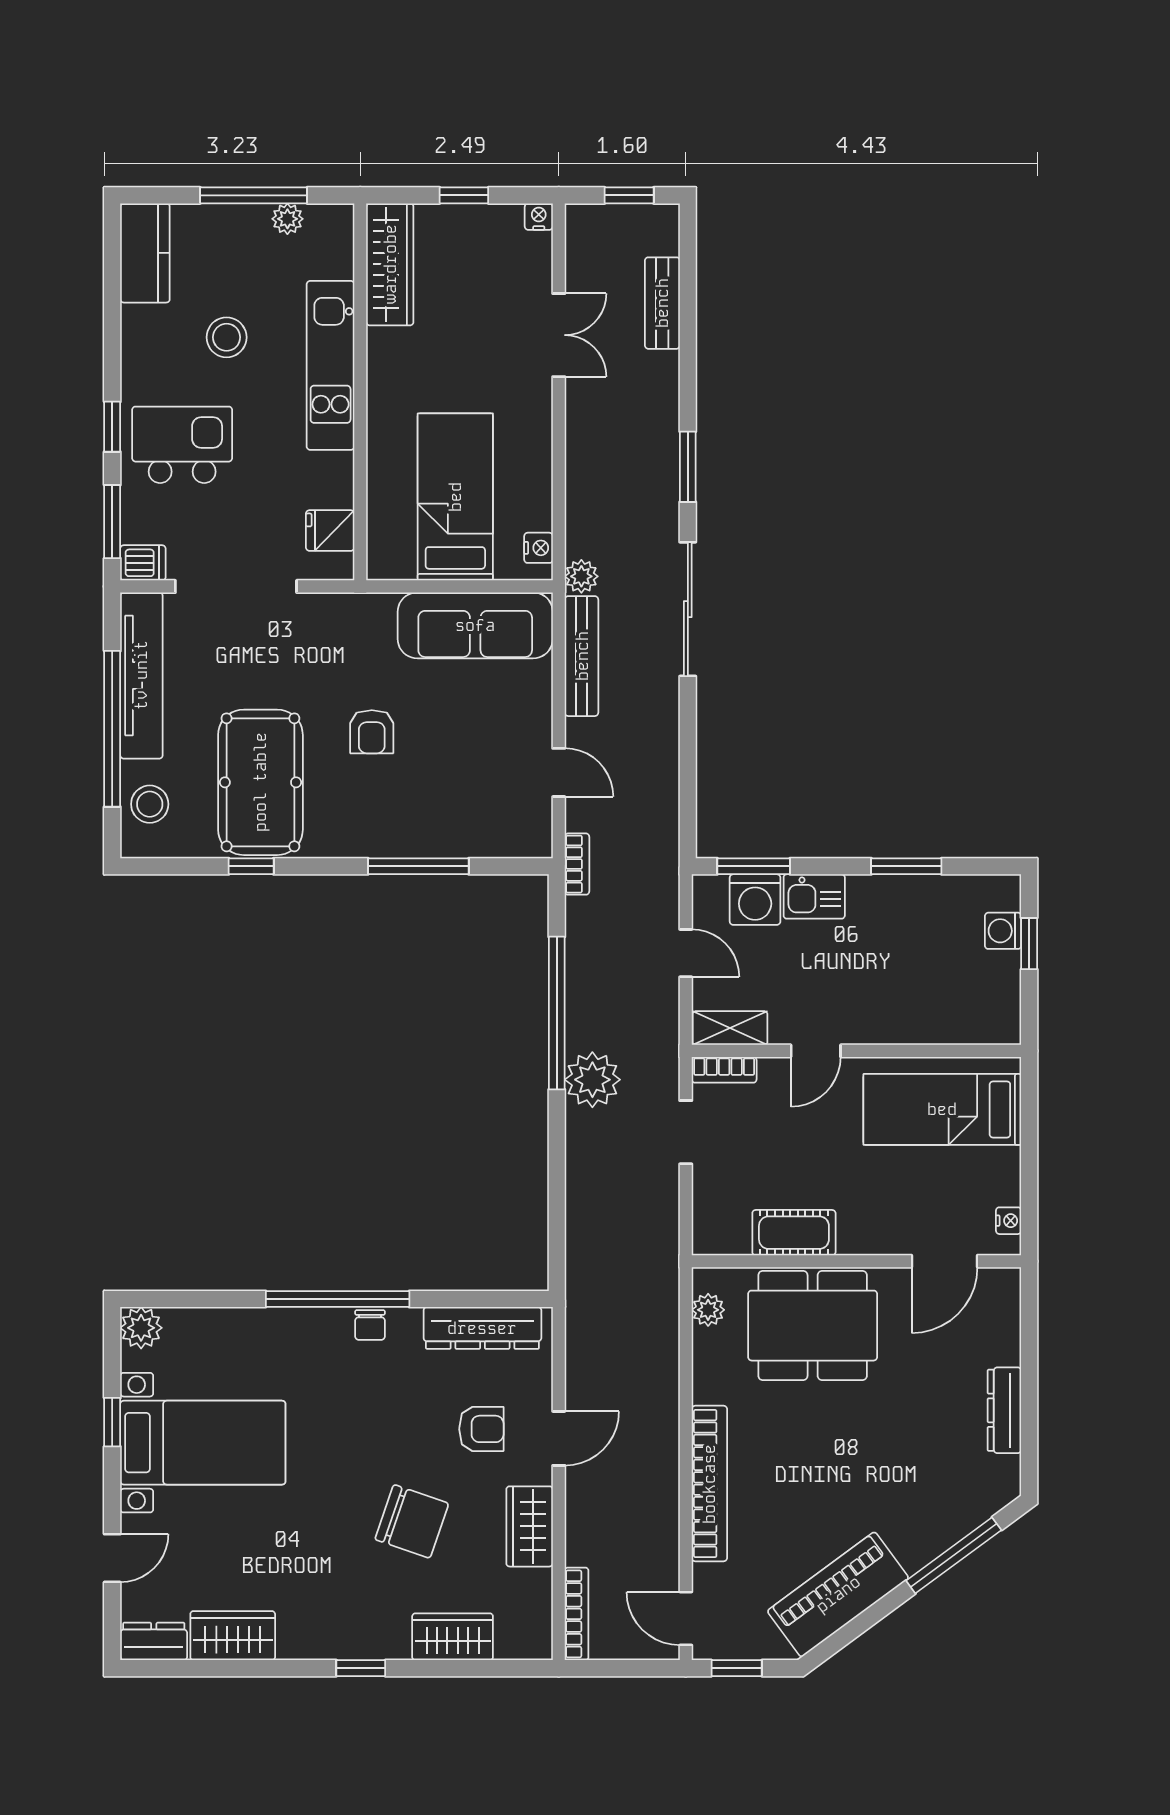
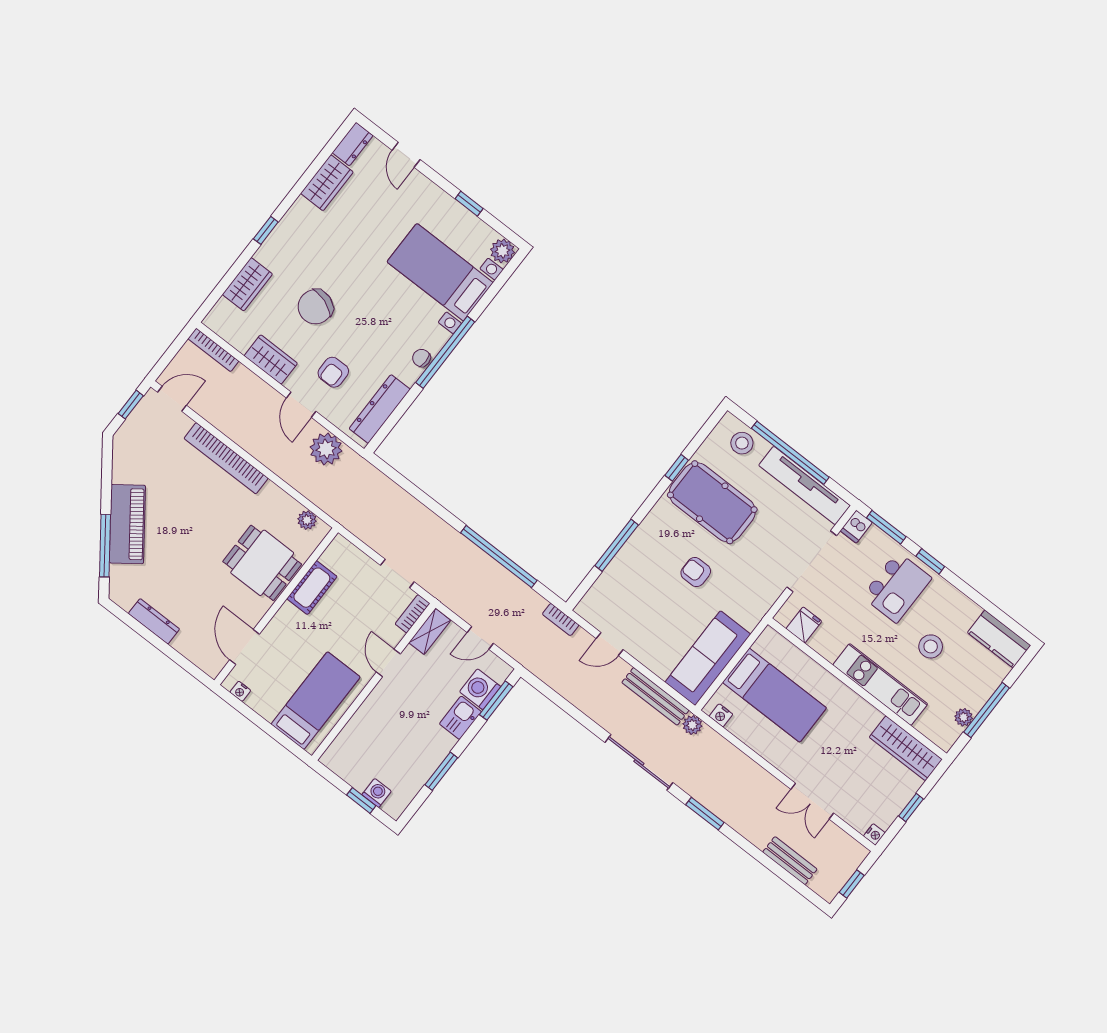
plant: (592, 1080) -> (326, 449), moved
dining table: (813, 1326) -> (262, 563), width x0.73
bed with nightstands: (203, 1443) -> (440, 272), moved, turned 90
piano: (838, 1594) -> (127, 524), moved

